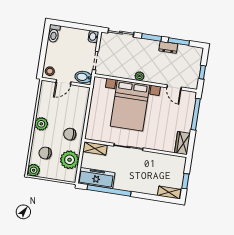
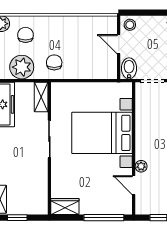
plant: (139, 76) -> (141, 166), moved
door: (174, 87) -> (134, 185), hinge flipped
plant: (41, 124) -> (62, 24), removed

